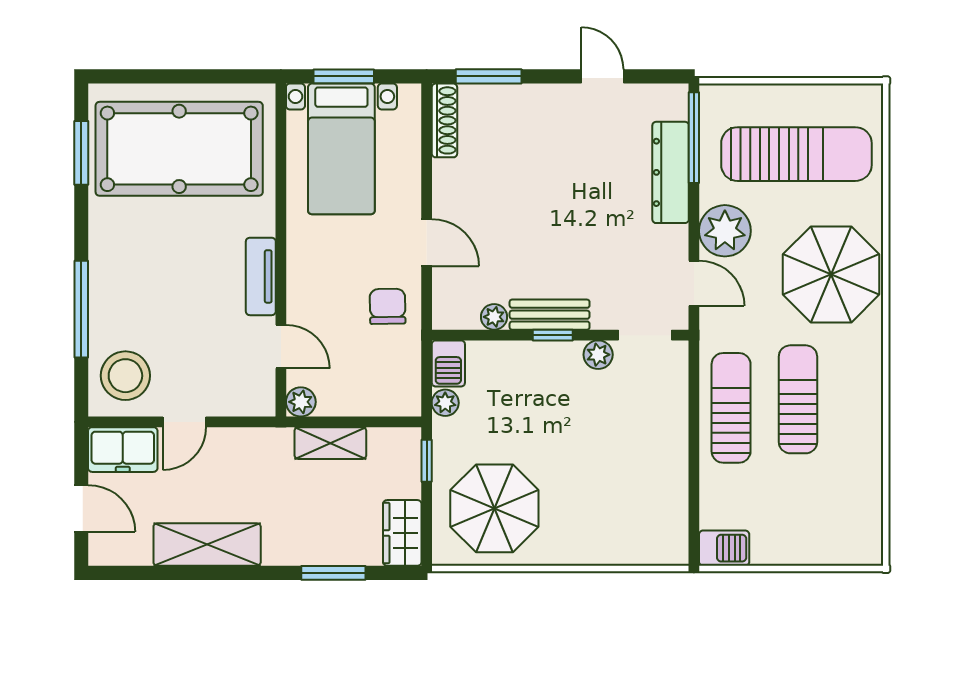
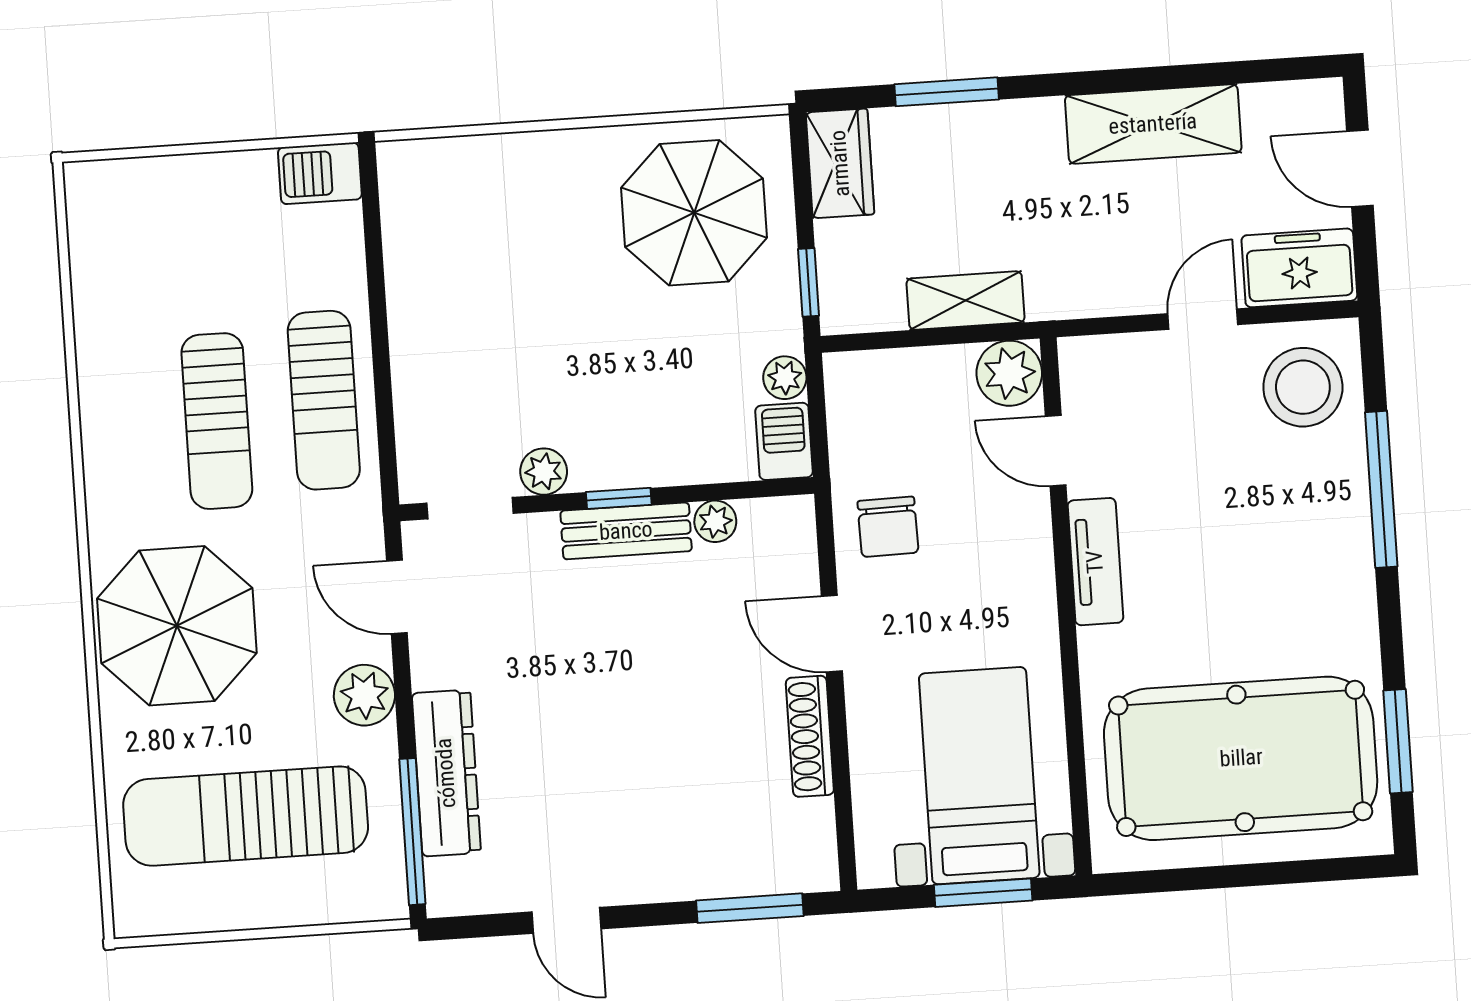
shoe rack: (444, 120) -> (810, 736), moved
plant: (725, 231) -> (364, 695), width x0.73, depth x0.73
plant: (301, 402) -> (1009, 373), width x1.38, depth x1.38

